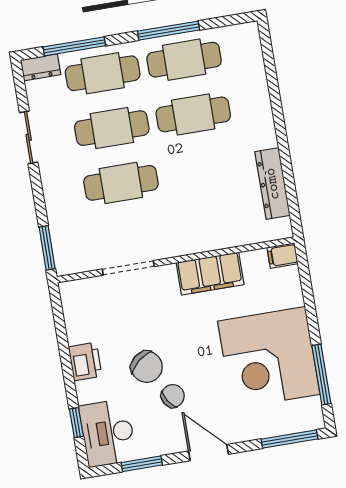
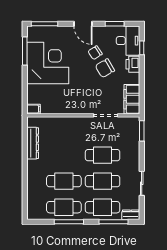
filing cabinet: (210, 274) -> (132, 99), moved, turned -90
printer: (85, 361) -> (133, 64), moved
chair: (147, 367) -> (105, 68), turned -80

